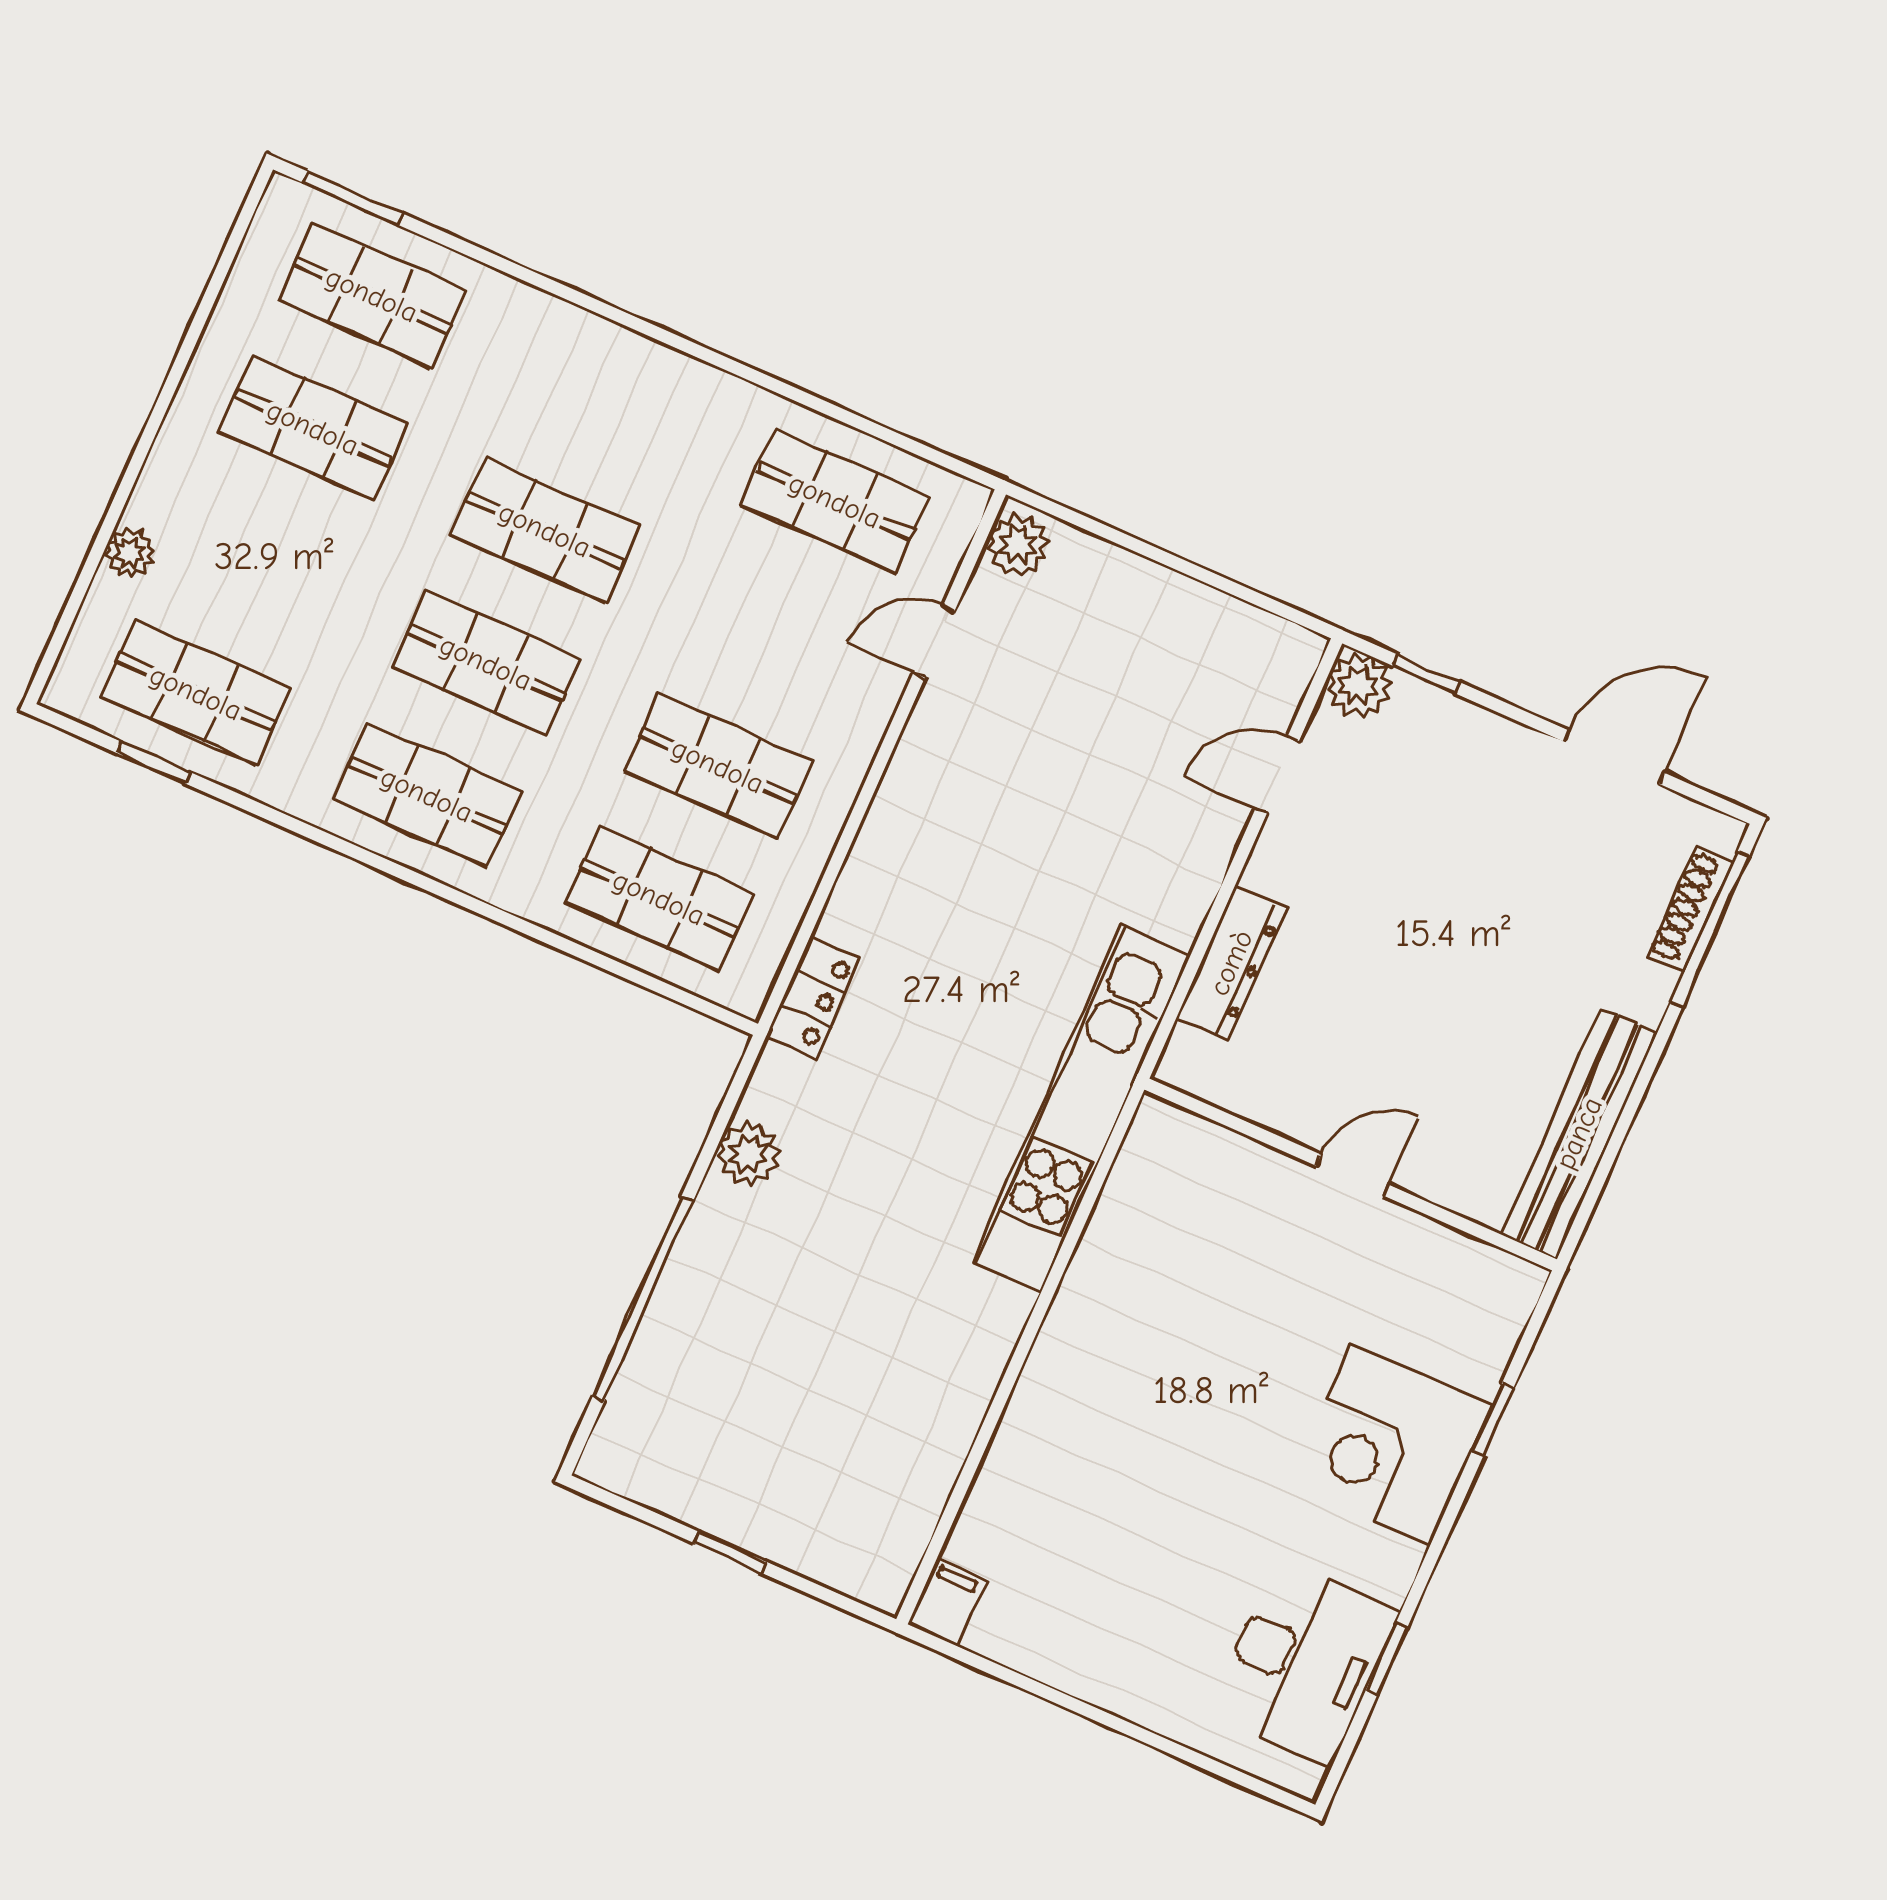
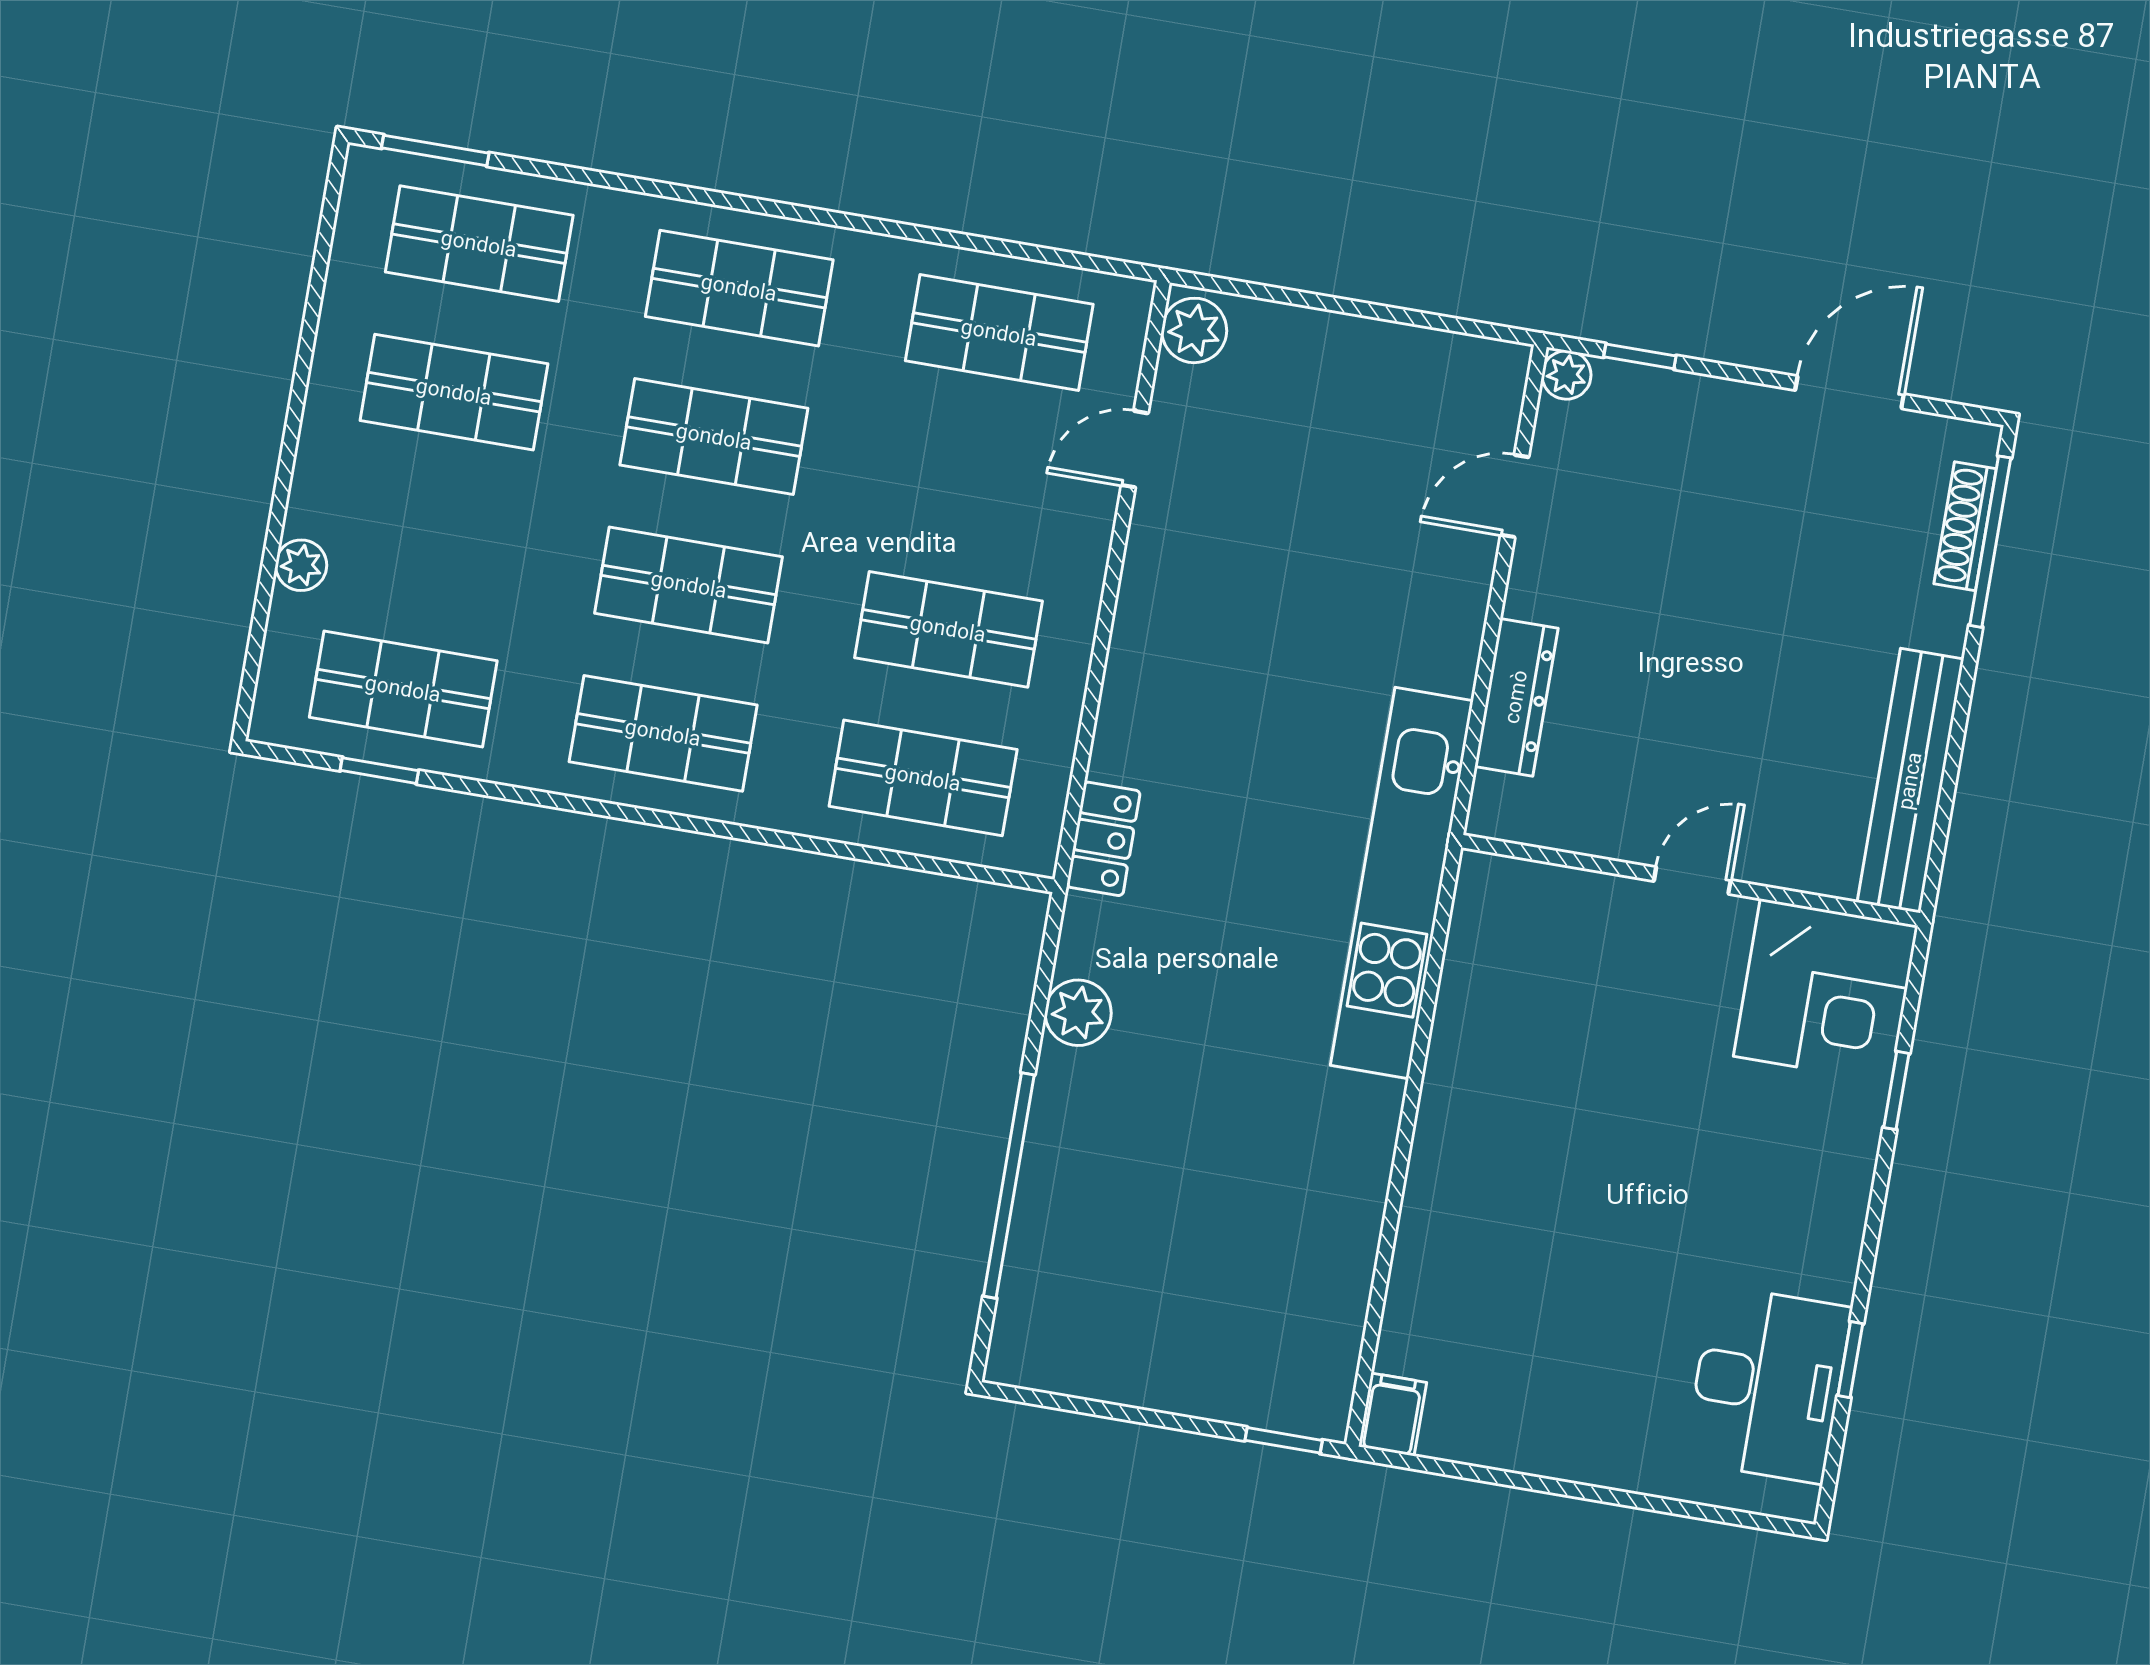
shop shelf: (604, 398) -> (739, 288), added
plant: (1359, 686) -> (1566, 375), width x0.73, depth x0.73
corner desk: (1391, 1445) -> (1826, 991), moved, turned -90
window: (730, 1552) -> (1284, 1440), moved

